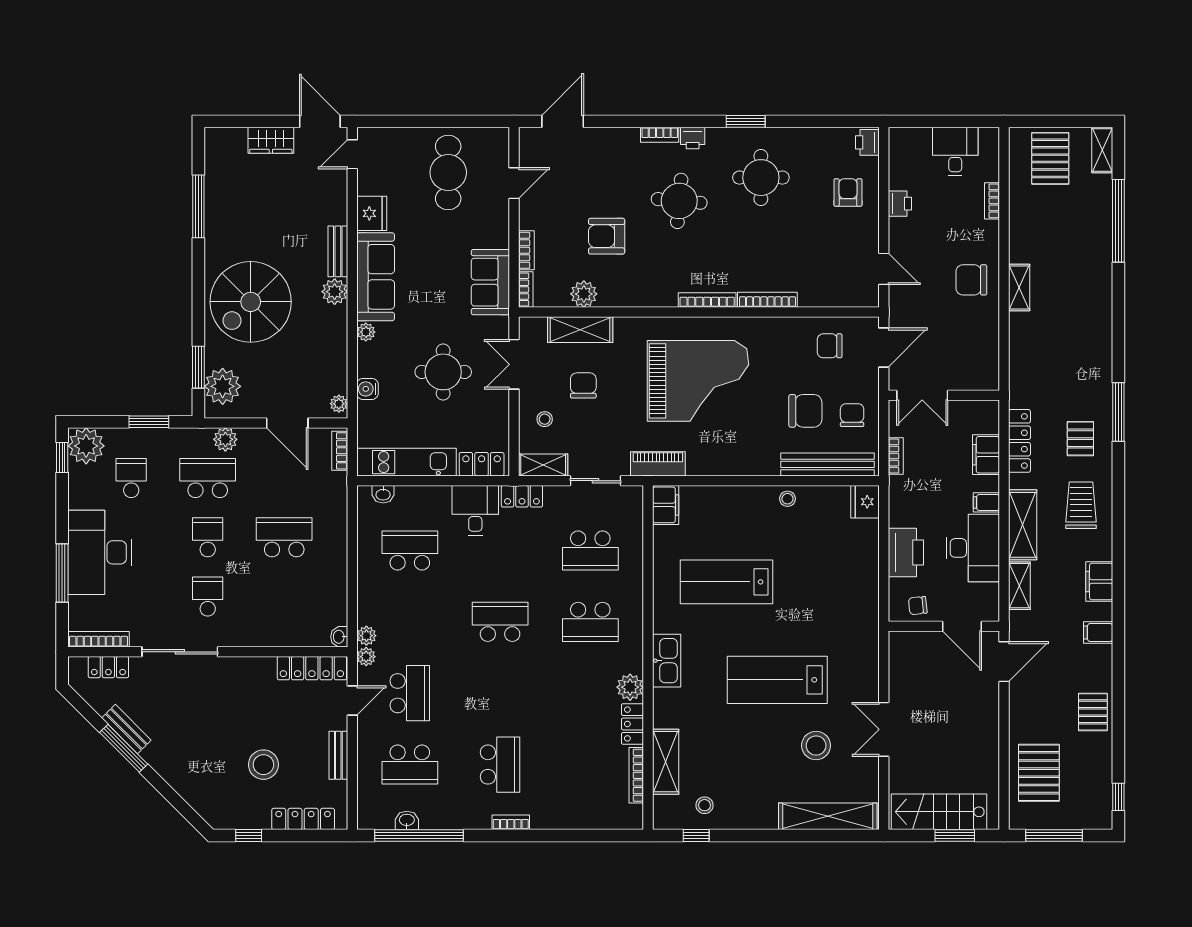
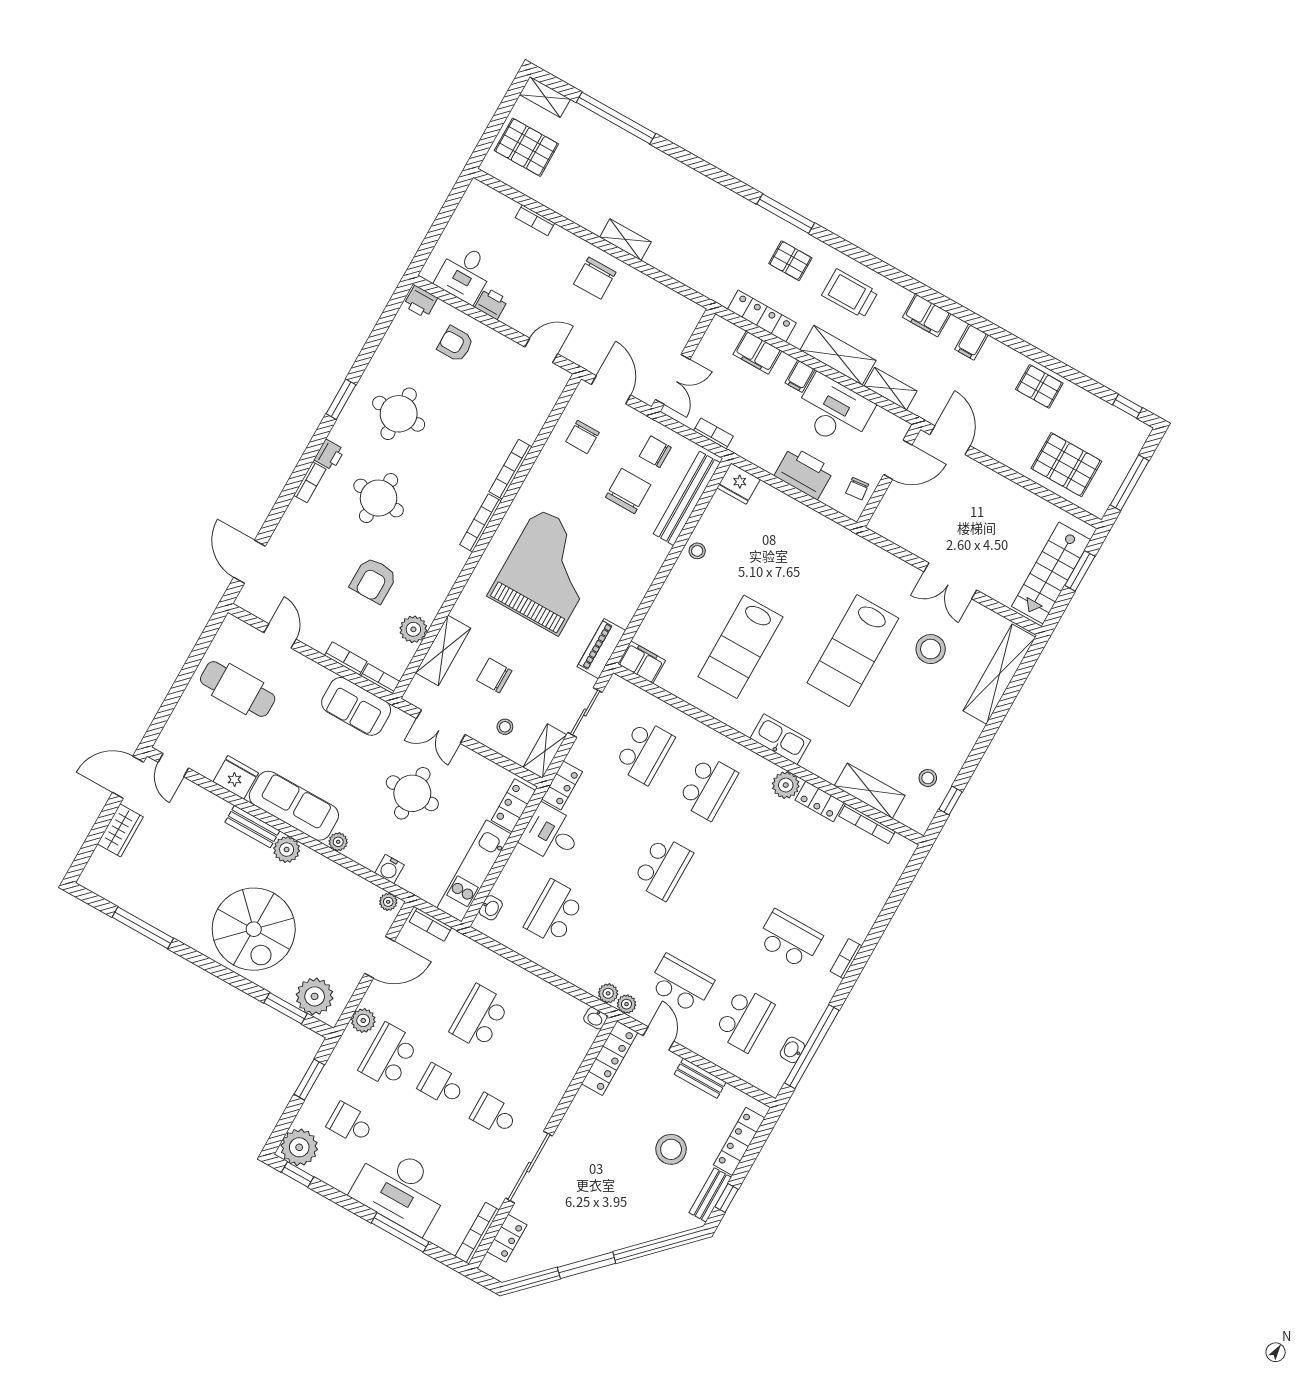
desk: (955, 151) -> (465, 273), moved, turned -90
school desk: (500, 622) -> (663, 868), turned 180
bench: (126, 729) -> (710, 1195), moved, turned -45

